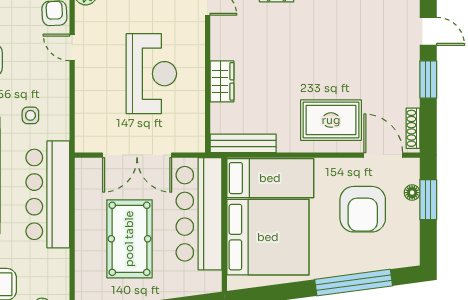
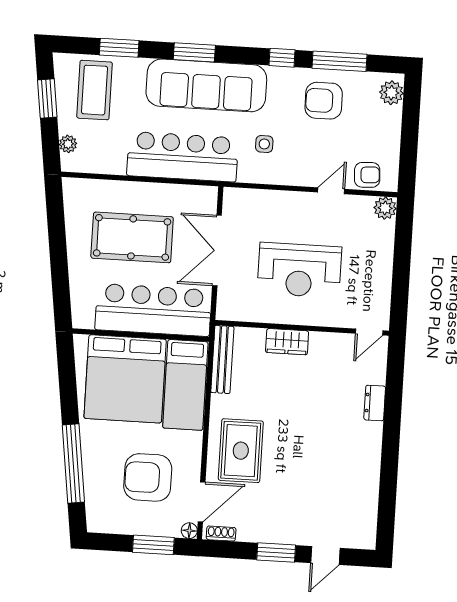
shoe rack: (413, 128) -> (221, 534), width x0.70
floor lamp: (412, 193) -> (189, 531), moved

